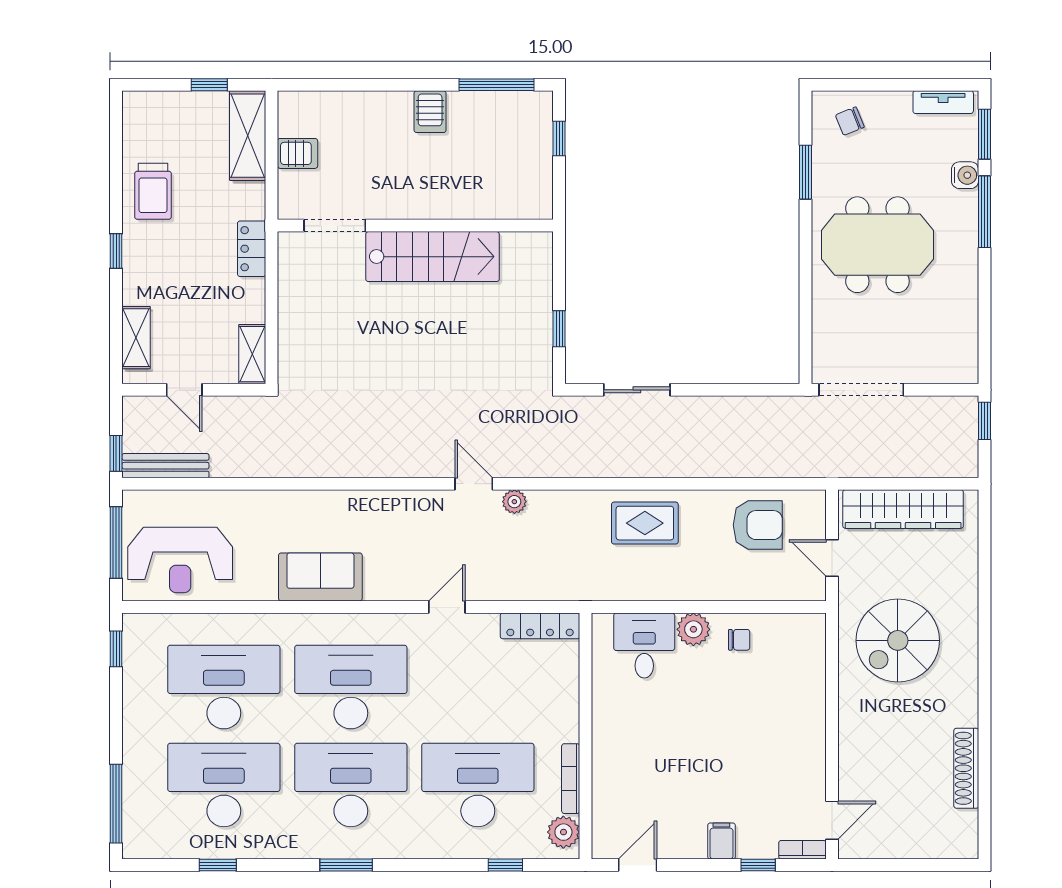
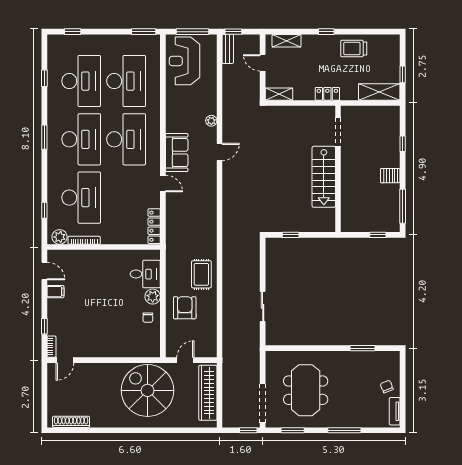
window: (360, 85) -> (403, 144), added
chair: (850, 121) -> (387, 387), moved
window: (984, 134) -> (293, 430), moved
server rack: (298, 153) -> (371, 115), removed
water cooler: (965, 175) -> (361, 421), removed
meeting table: (877, 245) -> (306, 390), moved
door: (184, 390) -> (263, 63), hinge flipped
sliding door: (637, 390) -> (263, 306), moved
doorway: (861, 390) -> (263, 403), moved
bench: (165, 466) -> (228, 49), width x0.73
door: (474, 484) -> (219, 152), moved
plant: (514, 502) -> (211, 121), moved
armchair: (758, 525) -> (185, 308), moved, turned 180
sofa: (320, 577) -> (177, 153), moved
spiral stairs: (898, 640) -> (148, 390), width x1.37, depth x1.37
window: (116, 649) -> (144, 32), width x1.50
shoe rack: (966, 768) -> (71, 422), moved
window: (116, 804) -> (73, 32), width x0.46
door: (832, 820) -> (65, 360), hinge flipped
filing cabinet: (721, 841) -> (55, 292), moved

